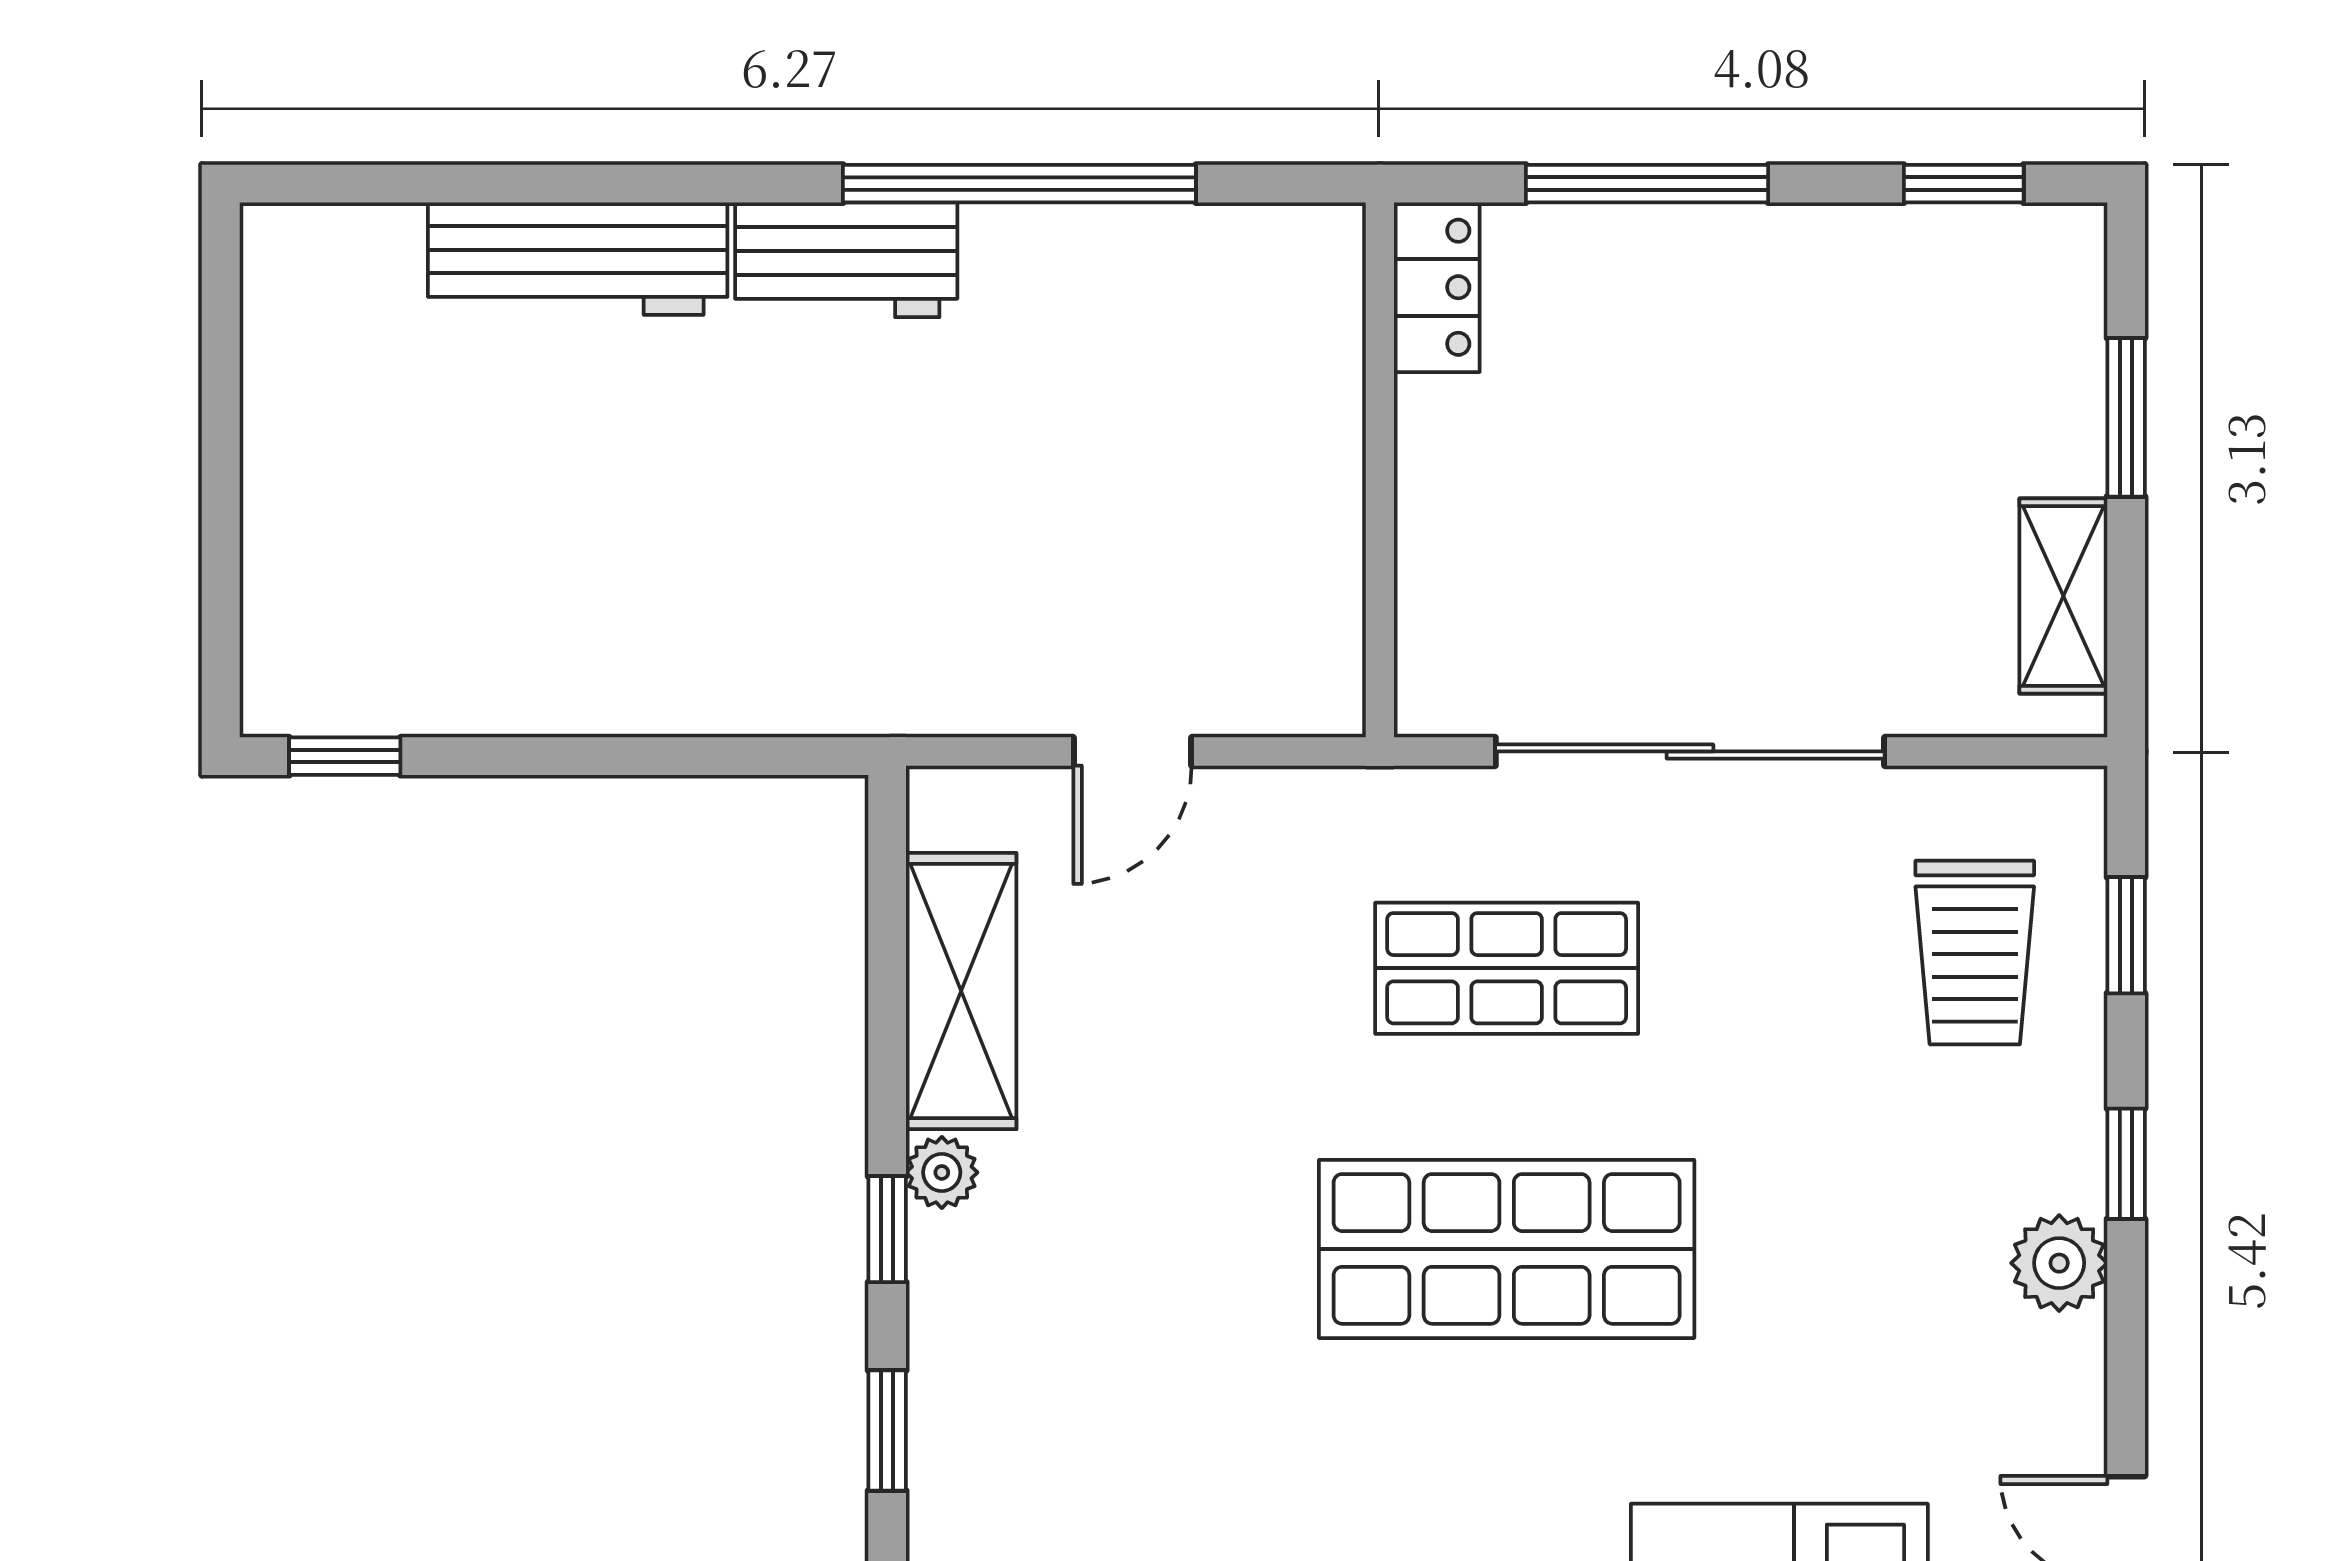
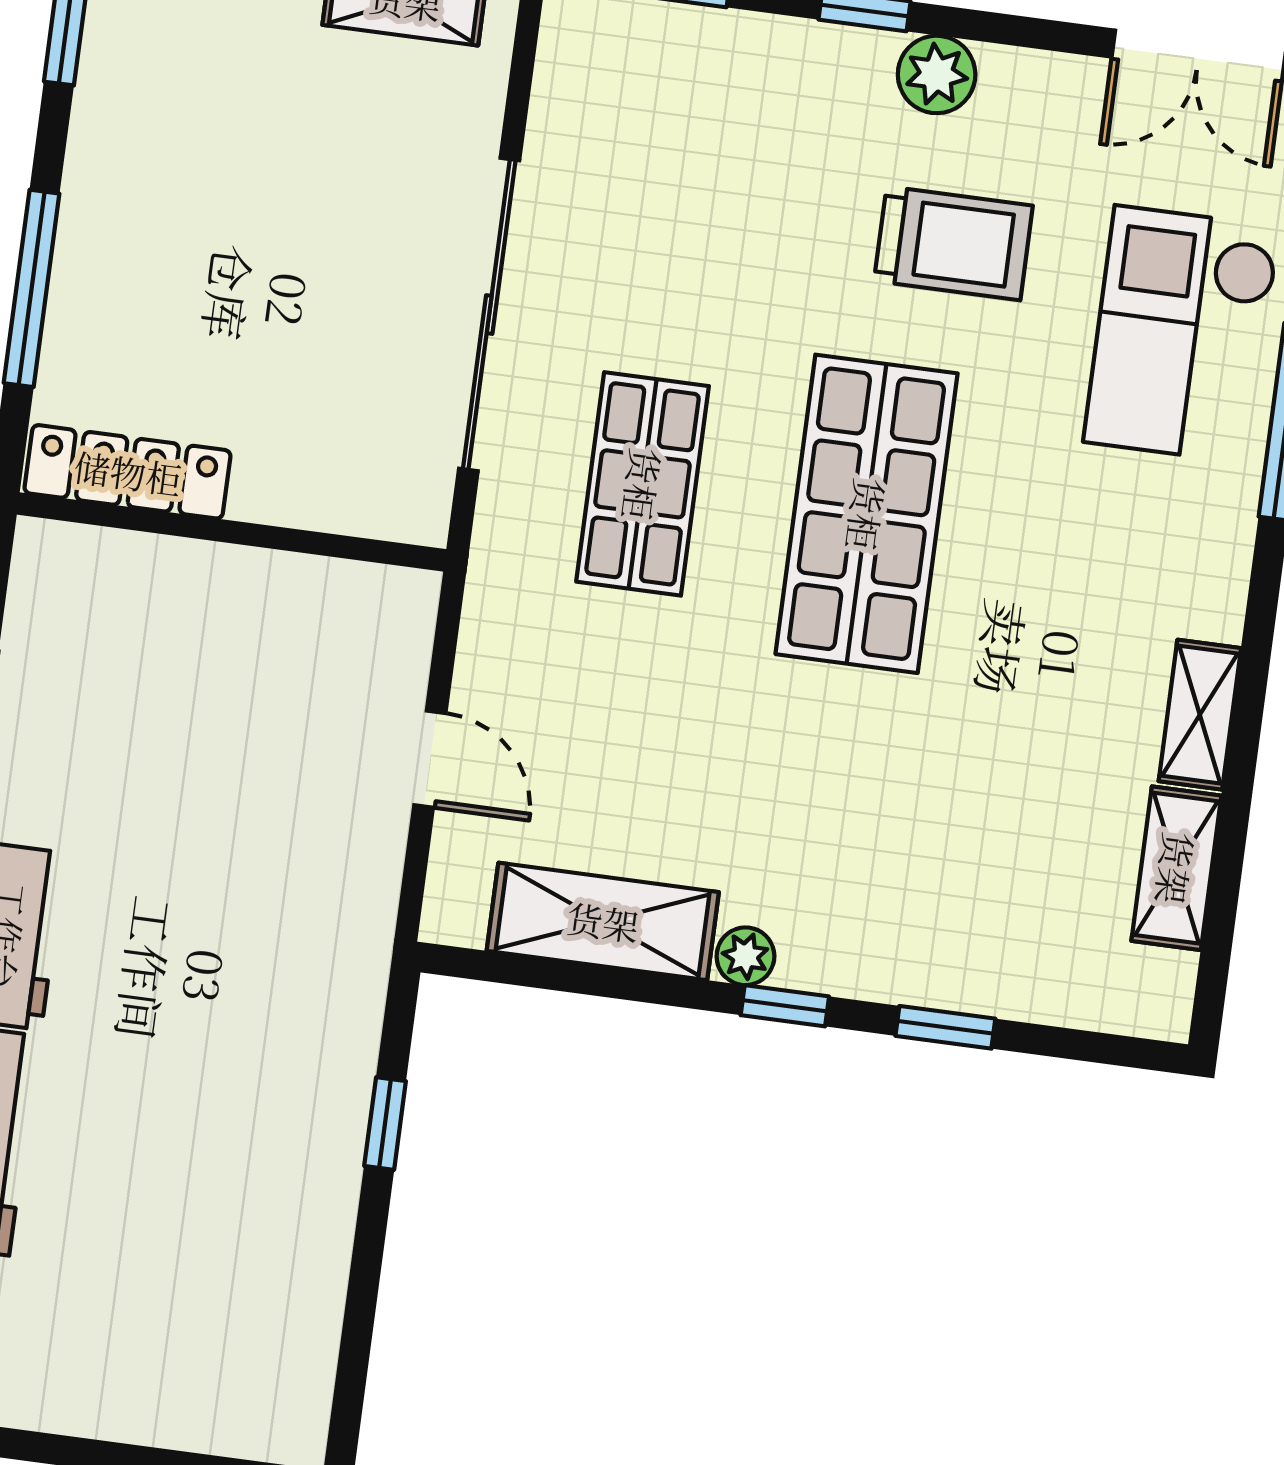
locker: (1437, 287) -> (128, 472), width x1.53
window: (345, 756) -> (385, 1124), moved
trolley: (1975, 952) -> (953, 243), moved

